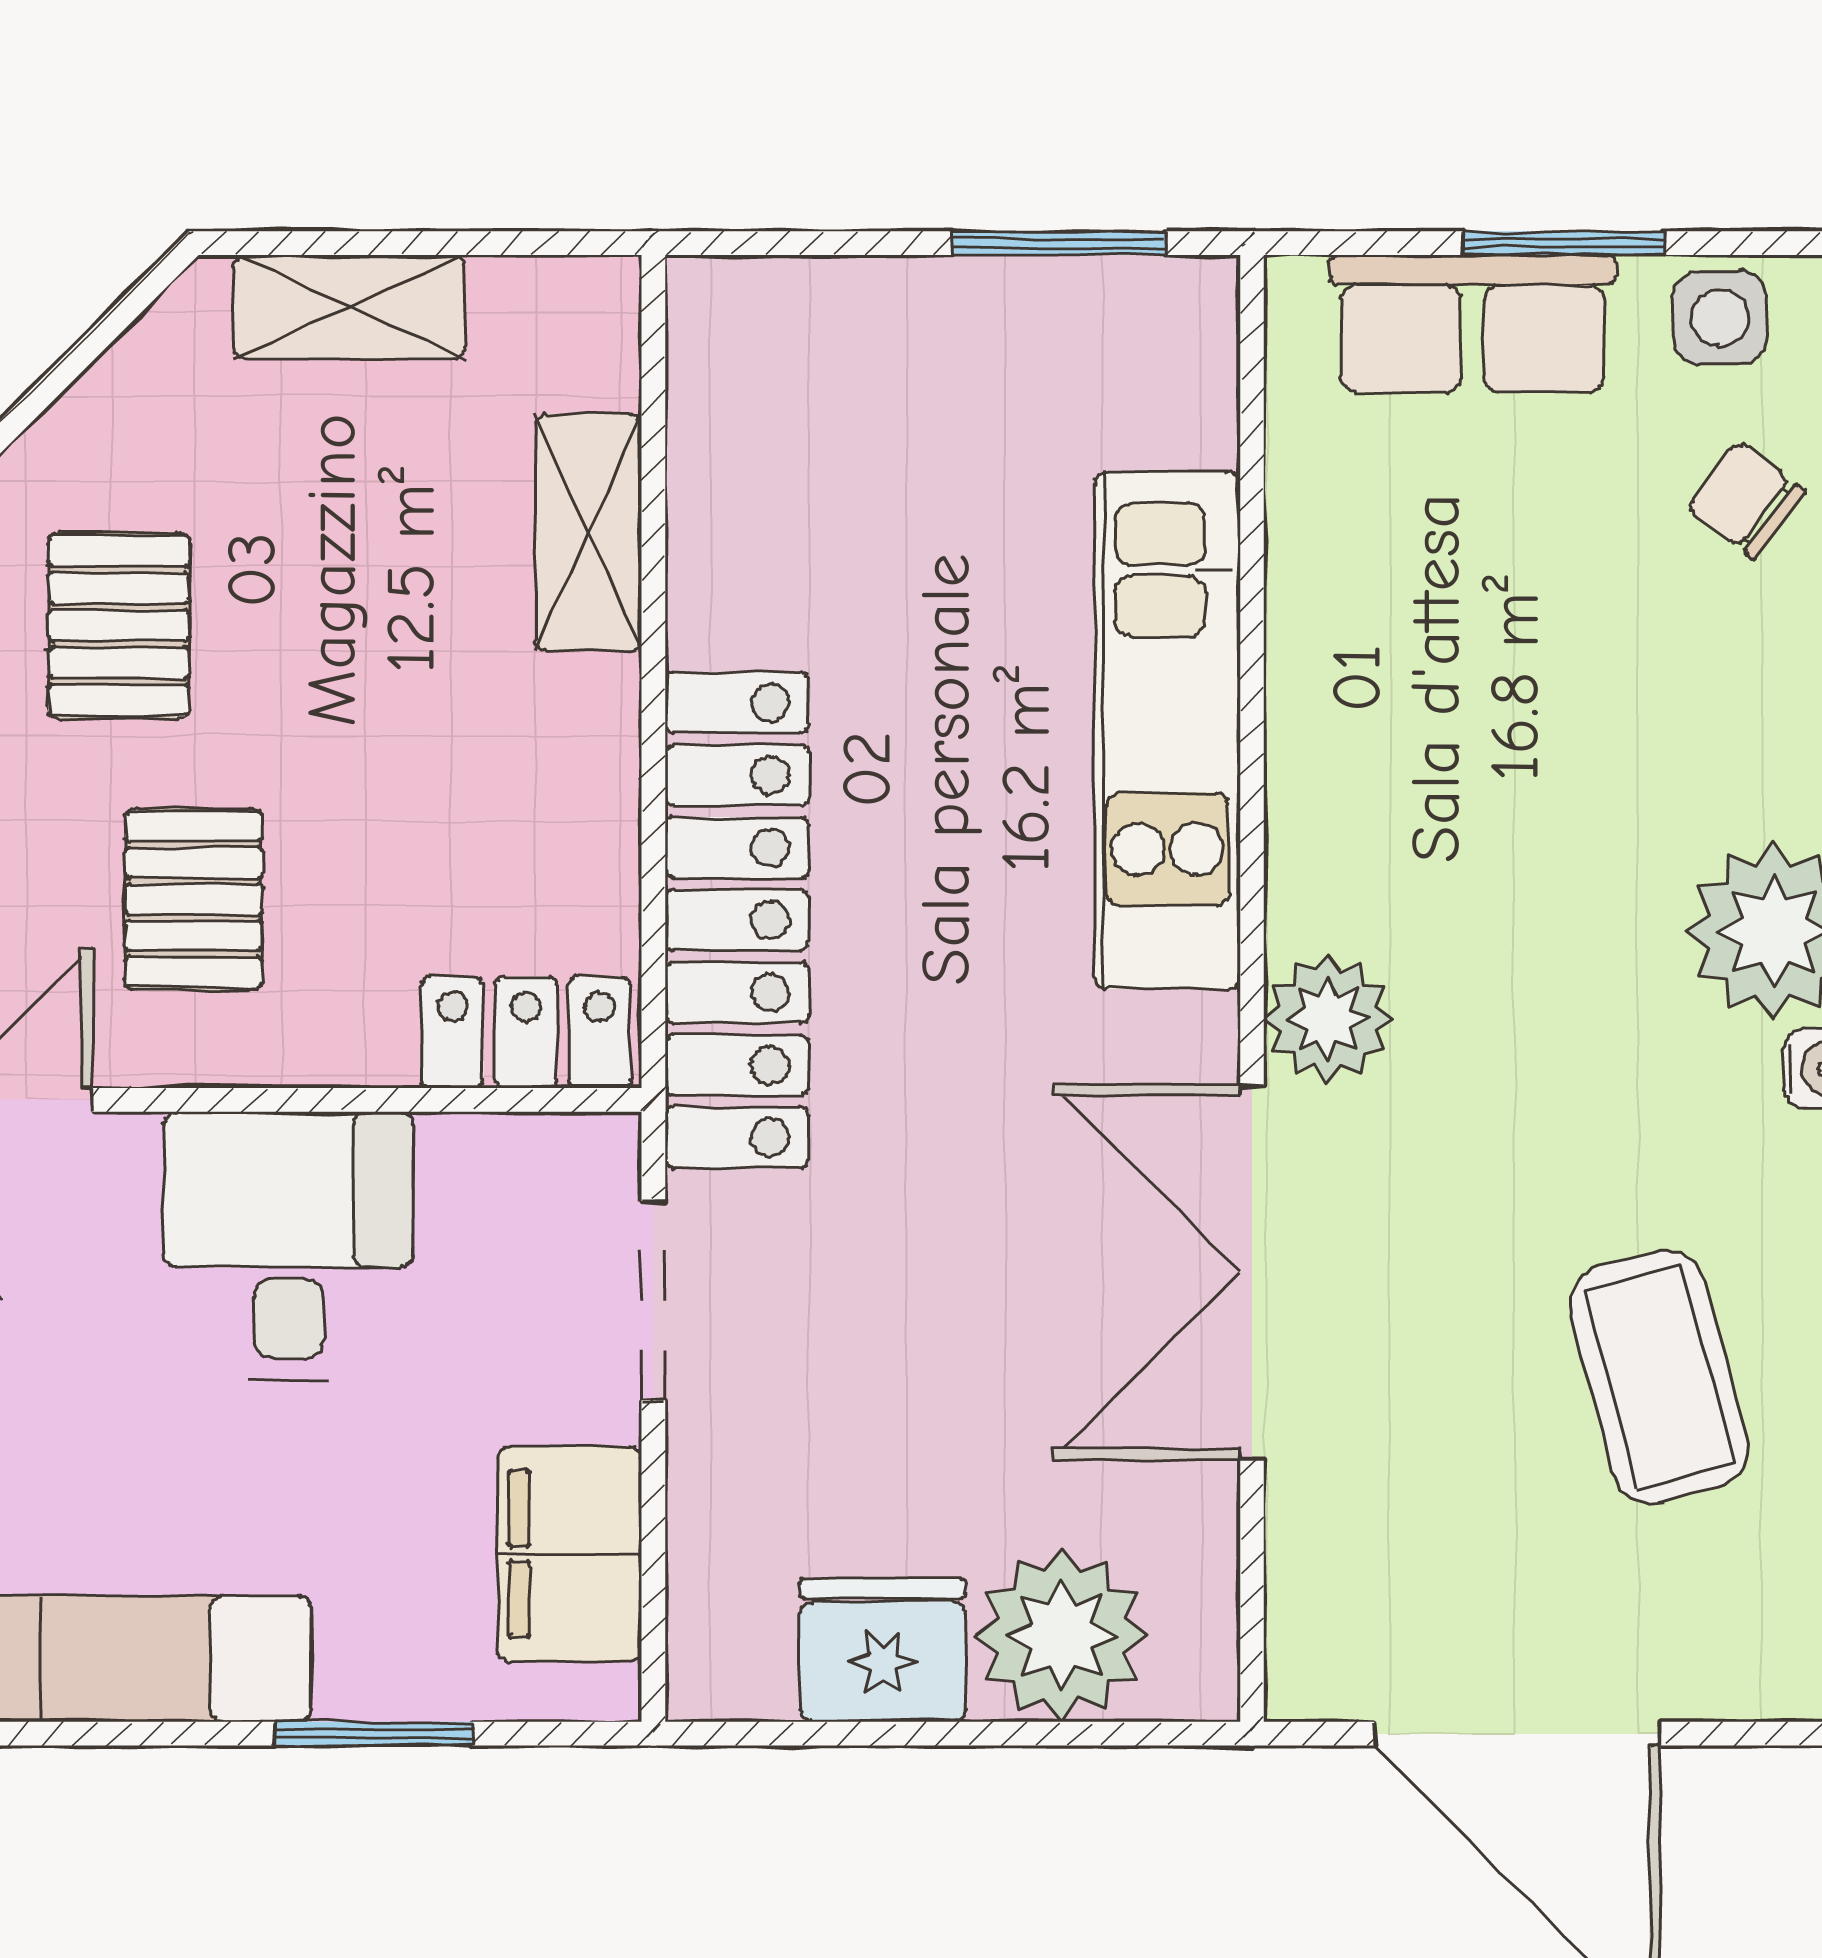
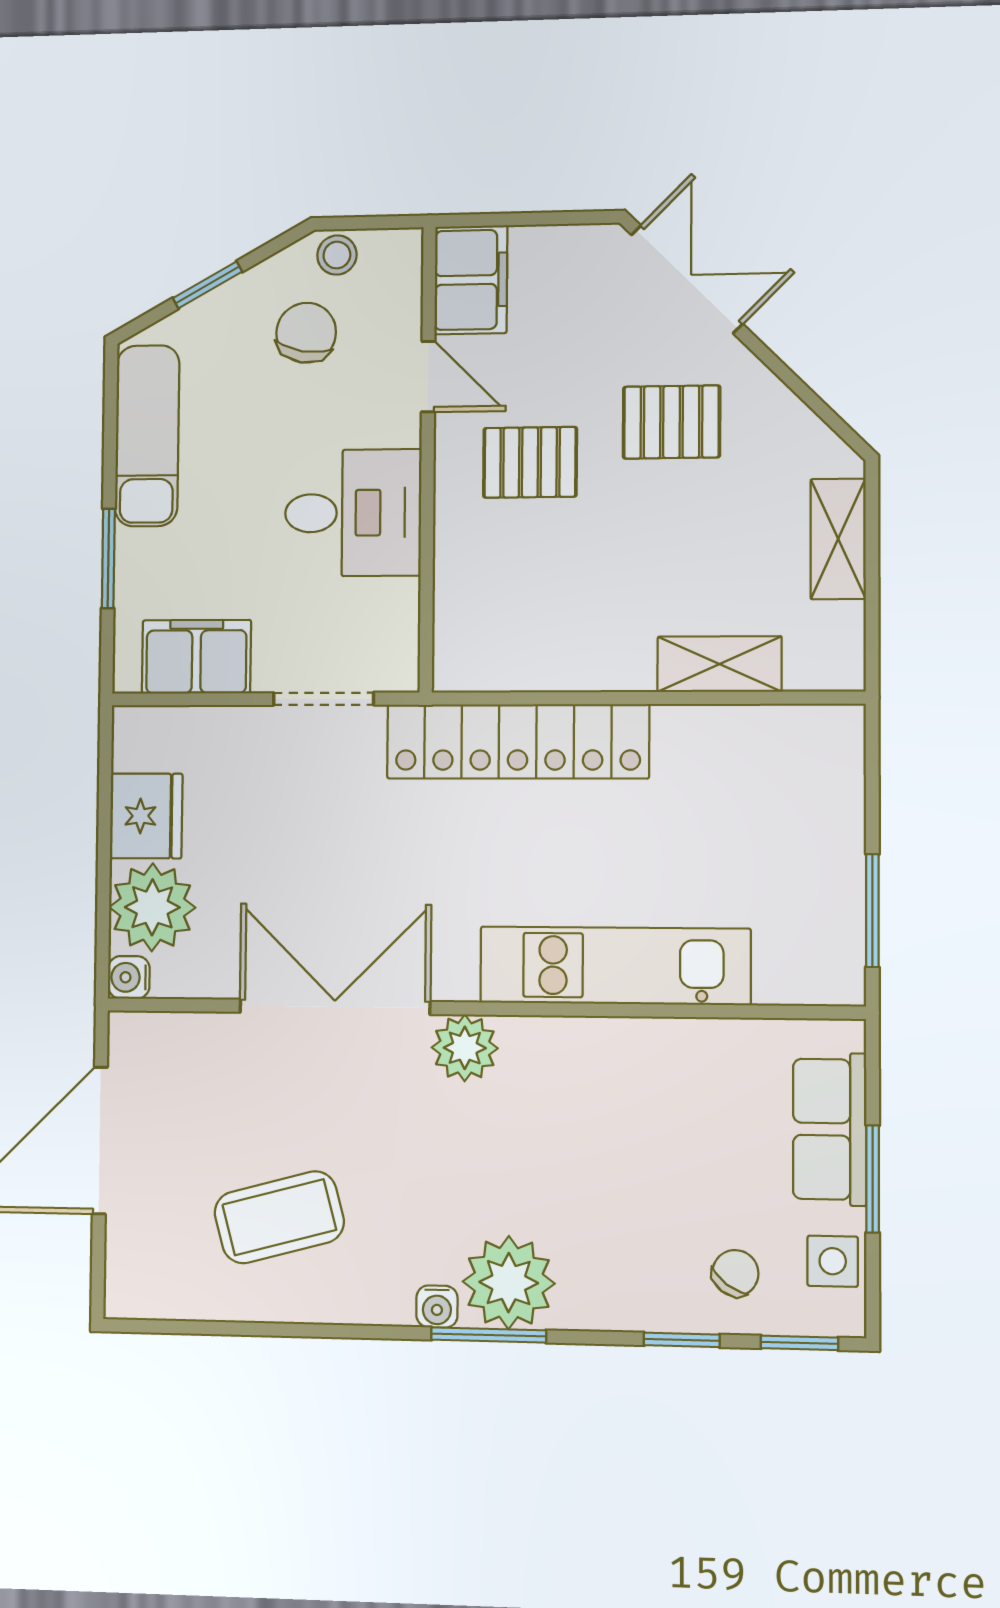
locker: (526, 1032) -> (461, 633), removed
water cooler: (1199, 1681) -> (129, 977), added

